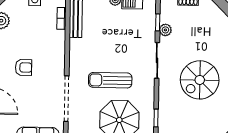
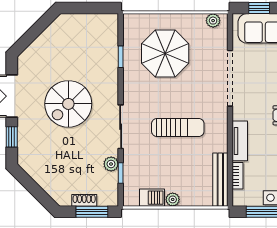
tv unit: (59, 47) -> (240, 141), added
sun lounger: (110, 80) -> (178, 127), moved
spiral stairs: (200, 80) -> (68, 104), turned 180

